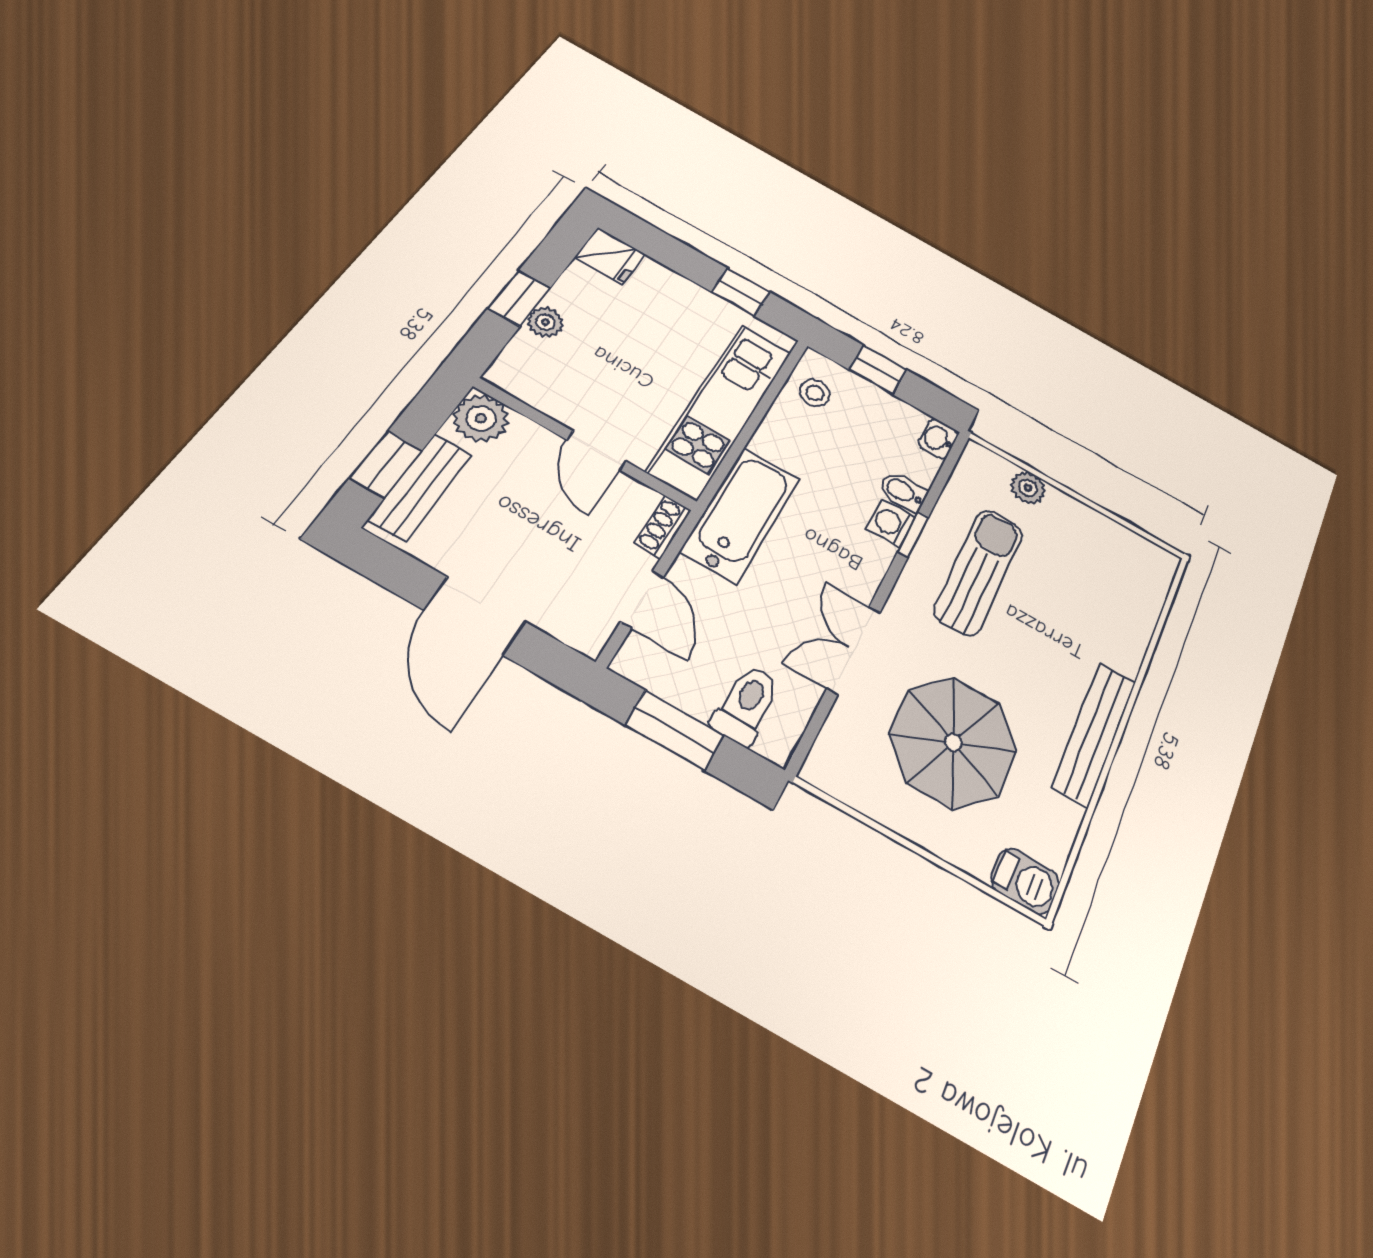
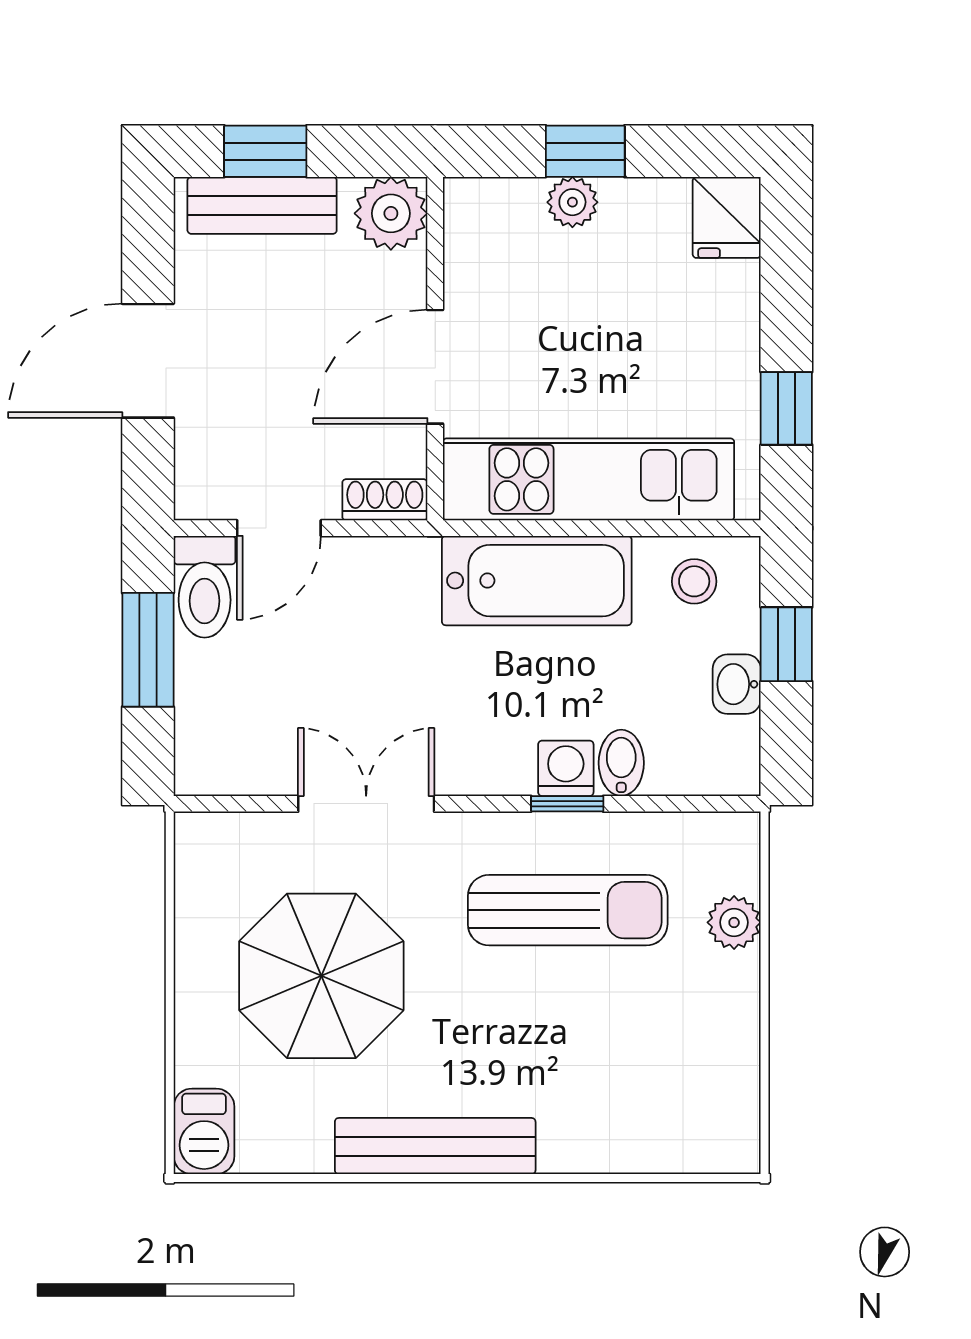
washbasin: (938, 439) -> (737, 684), moved, turned -90
door: (596, 450) -> (435, 367), width x1.38
bathtub: (740, 515) -> (537, 581), moved
toilet: (746, 704) -> (205, 587), moved, turned 90

